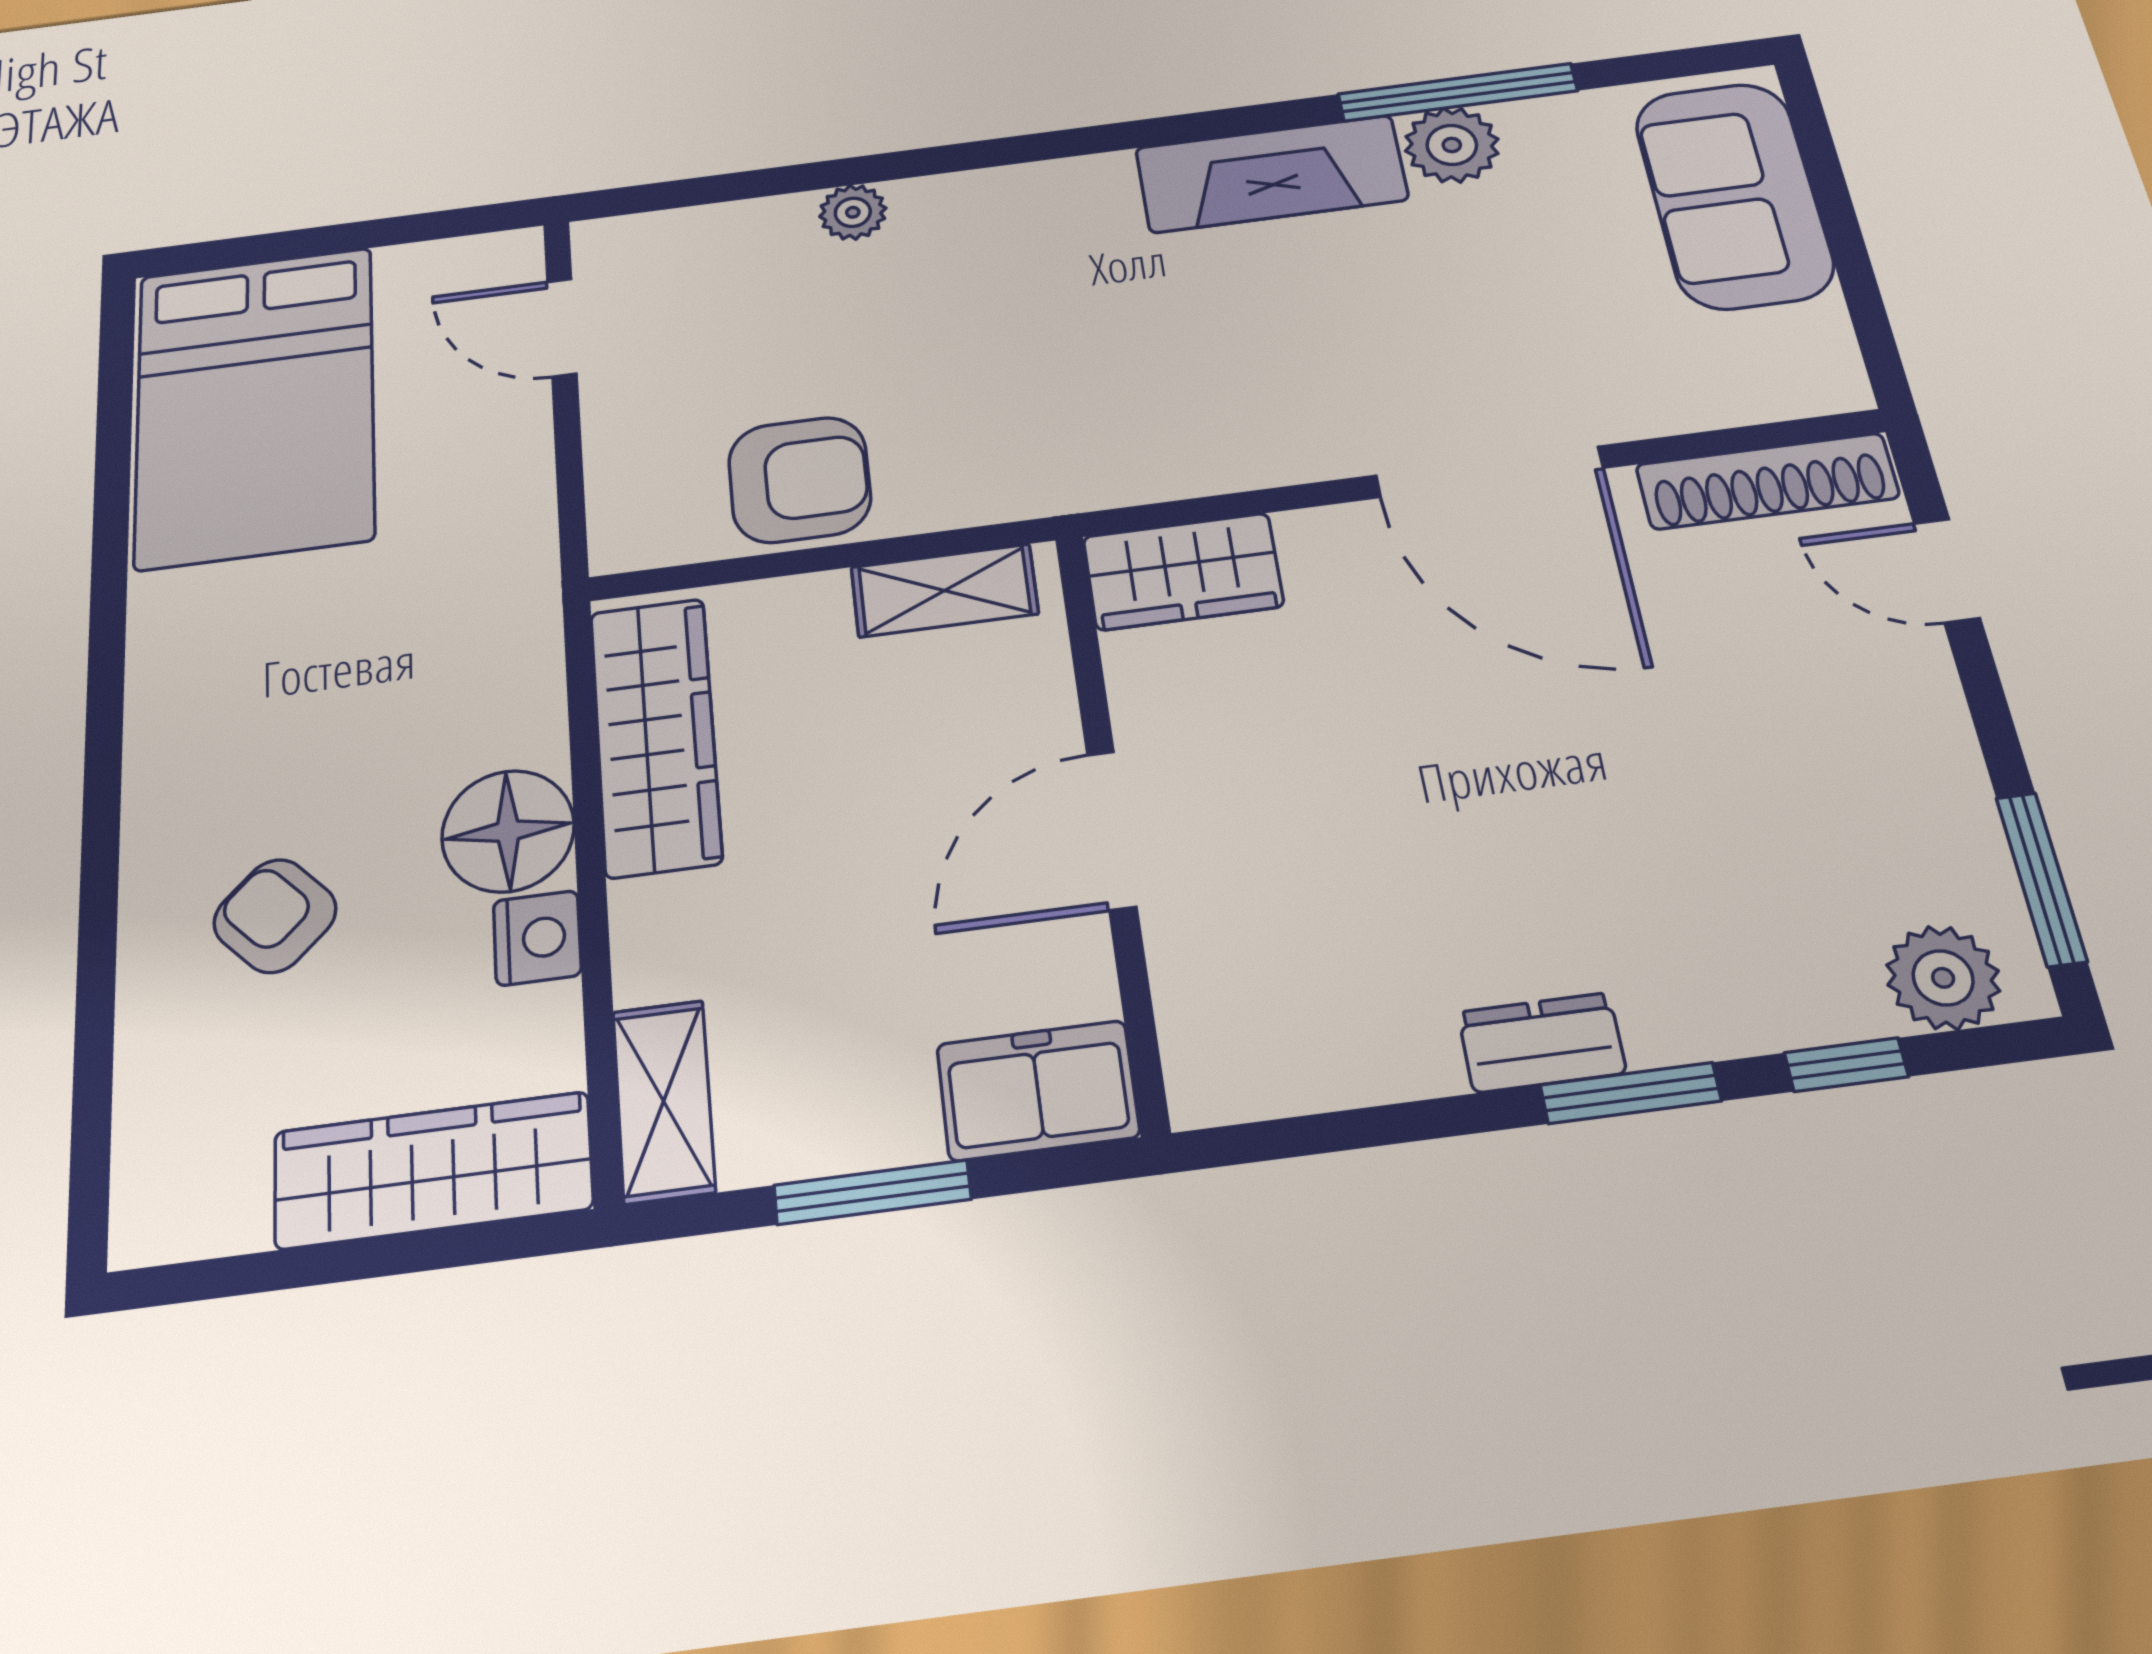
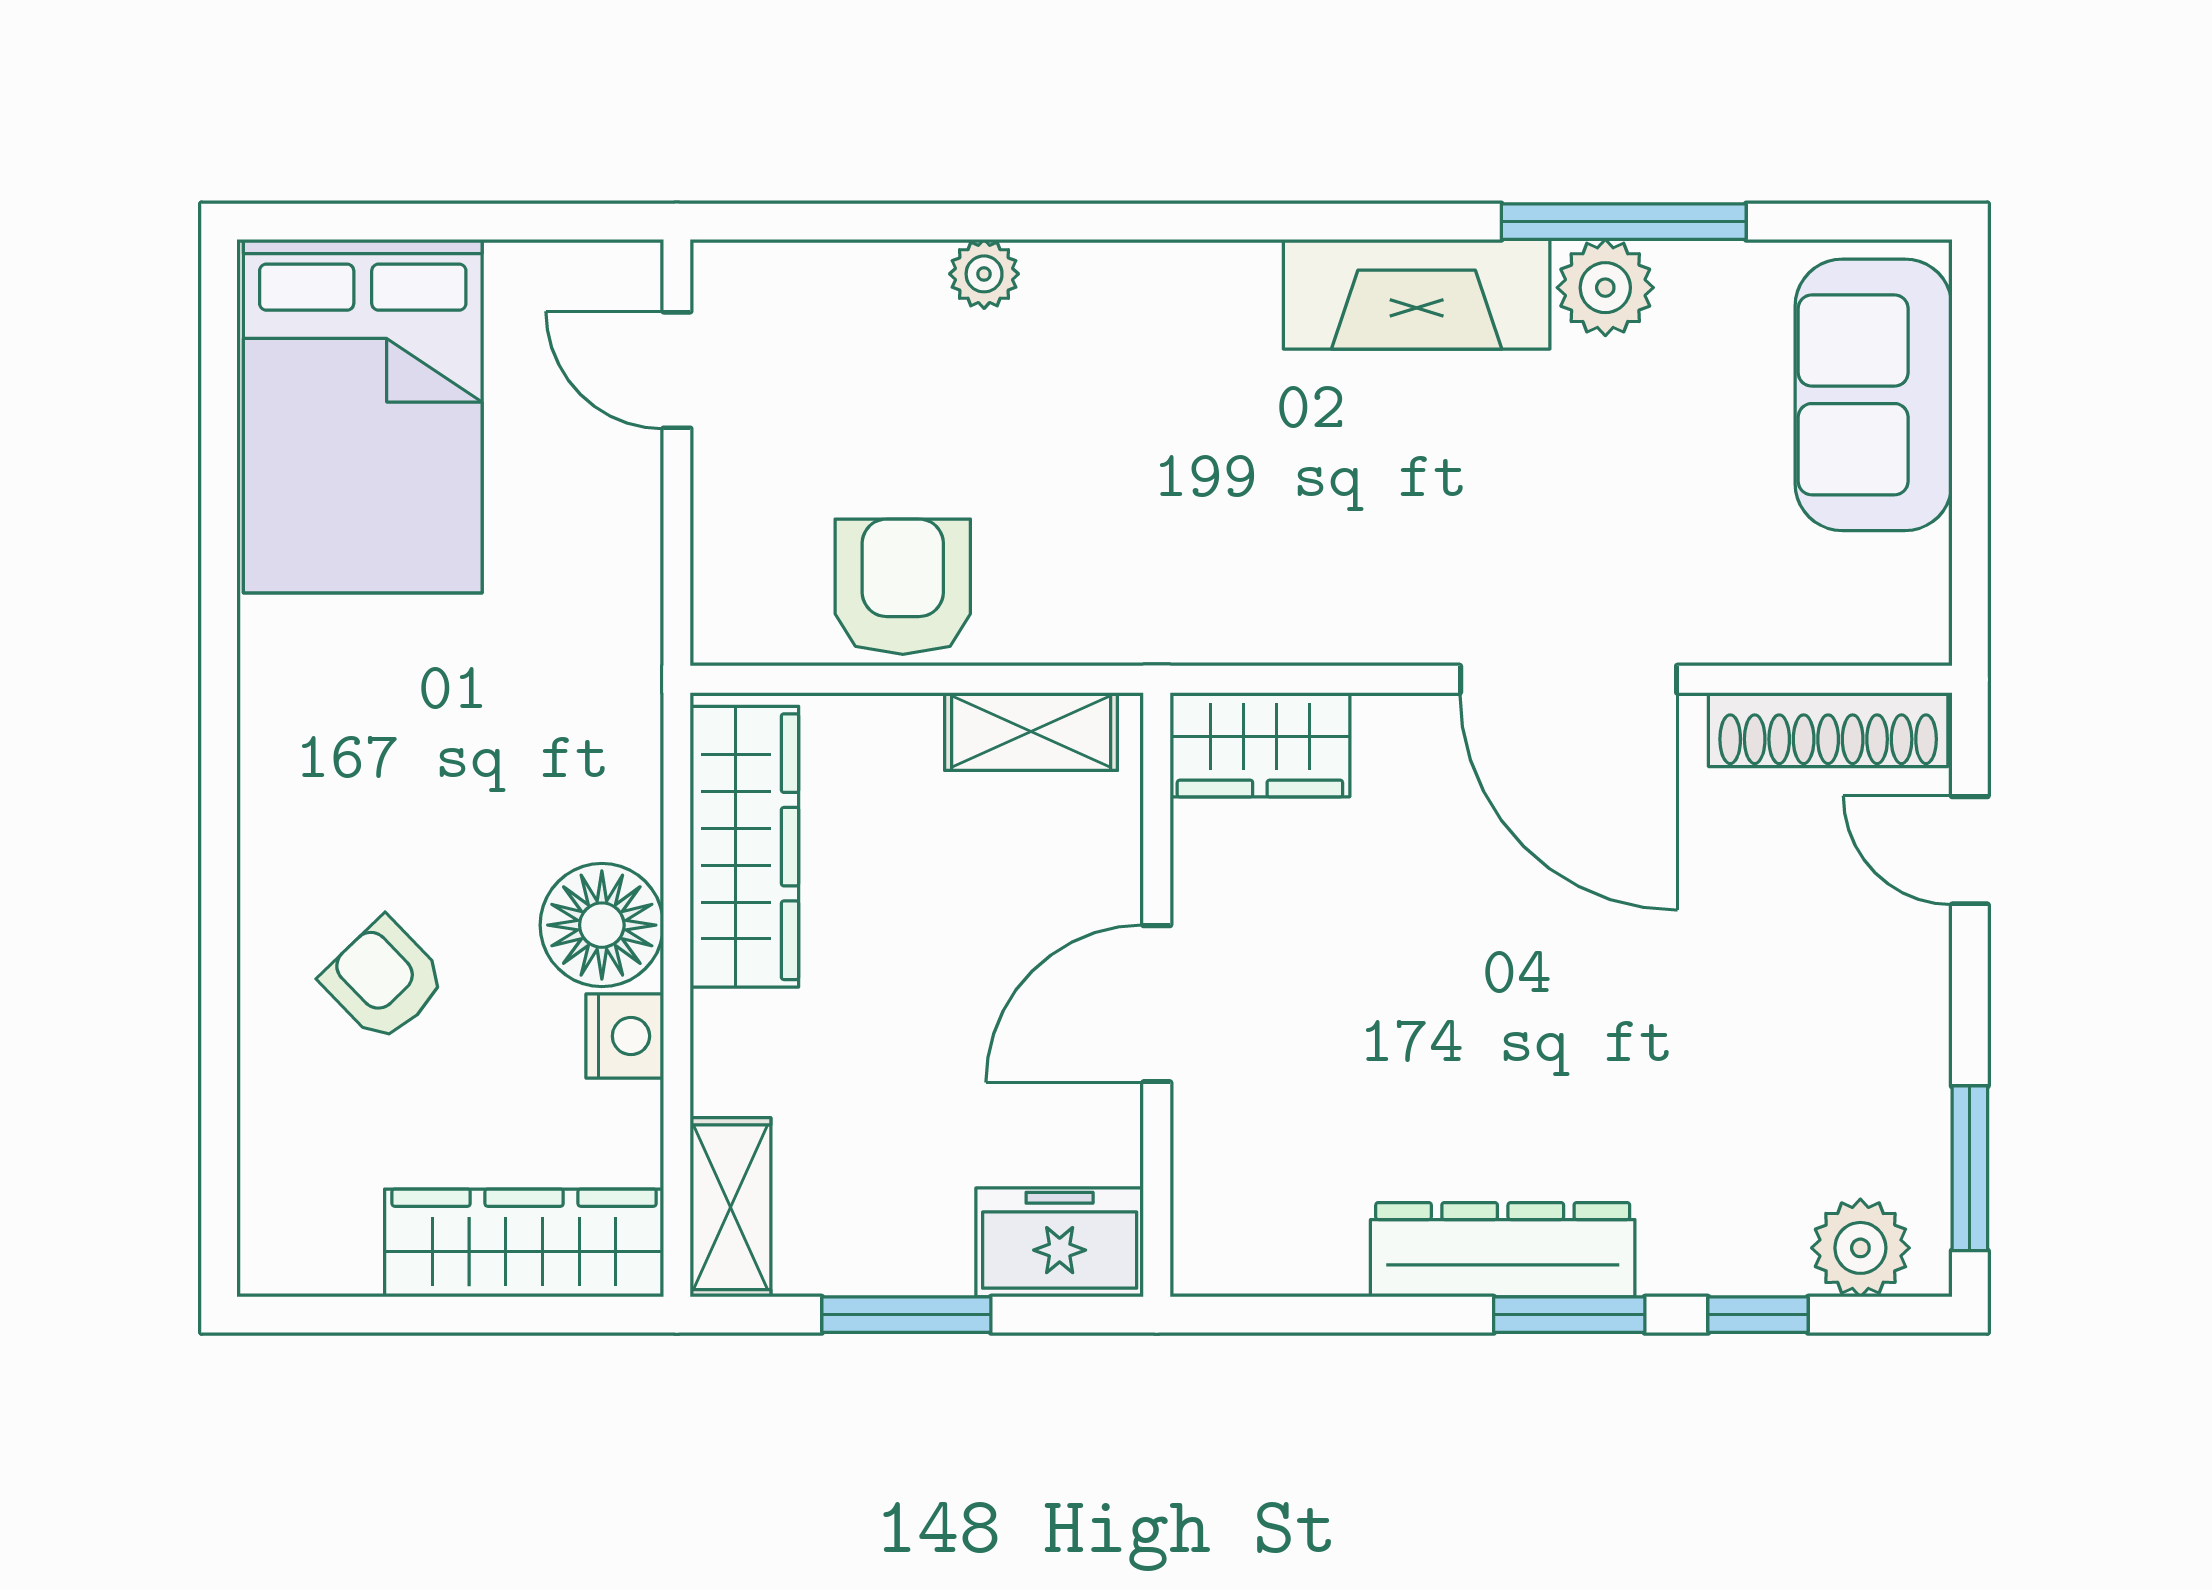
armchair: (800, 480) -> (903, 587), turned -90
dresser: (1542, 1043) -> (1503, 1250), width x1.96, depth x1.24

